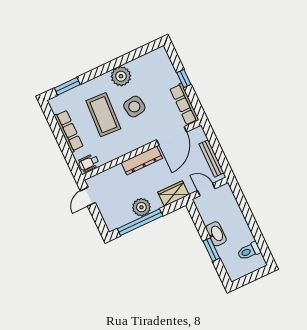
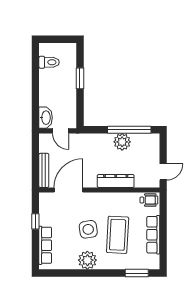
window: (184, 79) -> (35, 221), moved
row of seats: (184, 104) -> (45, 245), moved
bench: (211, 158) -> (44, 170), moved
dresser: (142, 160) -> (116, 181), moved
wardrobe: (173, 194) -> (90, 141), removed
washbasin: (216, 234) -> (46, 118), moved, turned 180

